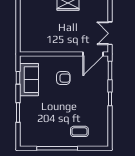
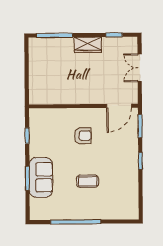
double door: (110, 33) -> (140, 68), moved
sofa: (29, 80) -> (41, 177), moved
coffee table: (79, 131) -> (88, 181), moved

